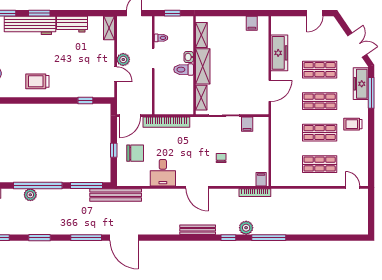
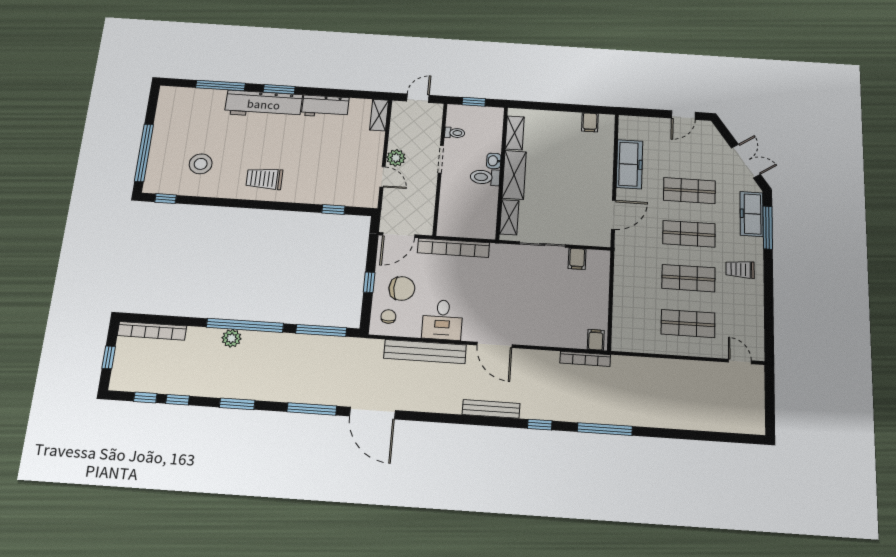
chair: (221, 158) -> (388, 316), moved
bench: (116, 195) -> (425, 352), moved
plant: (246, 228) -> (569, 411), removed

